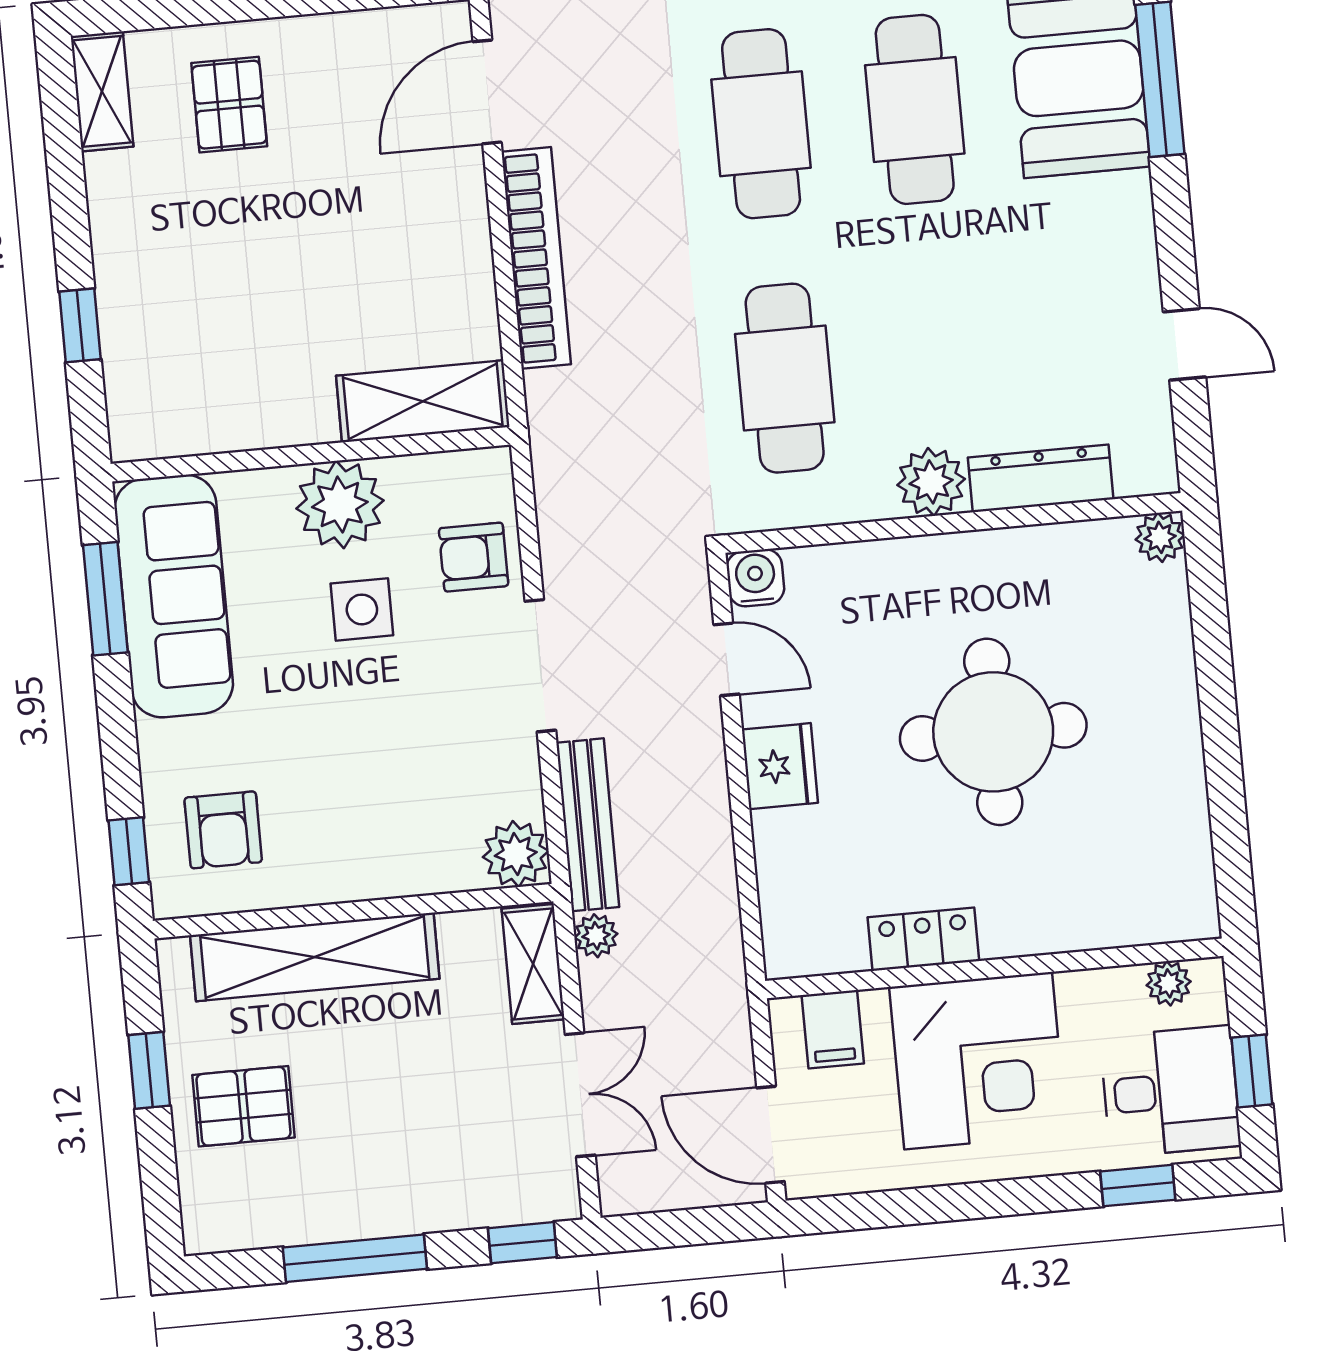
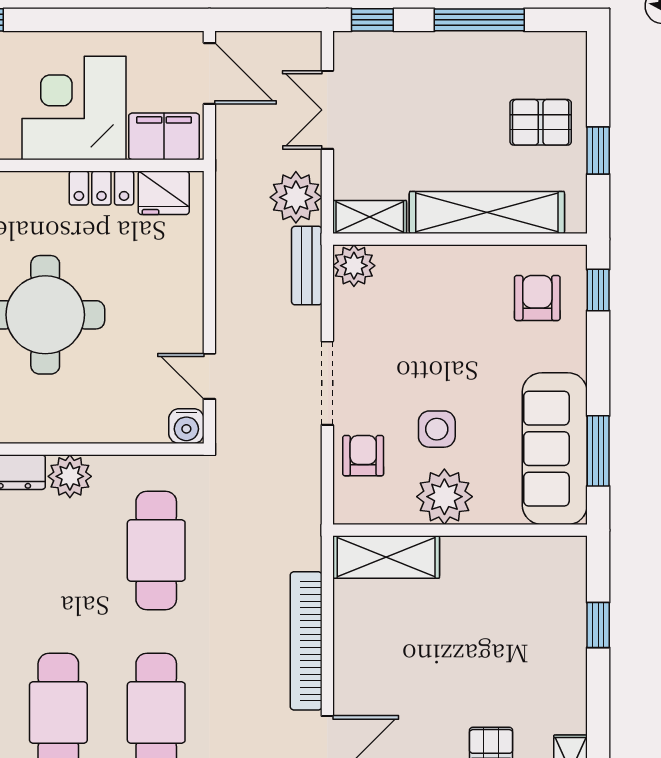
armchair: (474, 557) -> (363, 456), turned -90
fridge: (780, 766) -> (164, 193), moved, turned -90
bench: (588, 825) -> (307, 266), width x0.73
plant: (596, 936) -> (296, 197), width x1.88, depth x1.88
shelving: (533, 964) -> (370, 217), moved, turned 90
filing cabinet: (833, 1029) -> (164, 136), width x2.00

